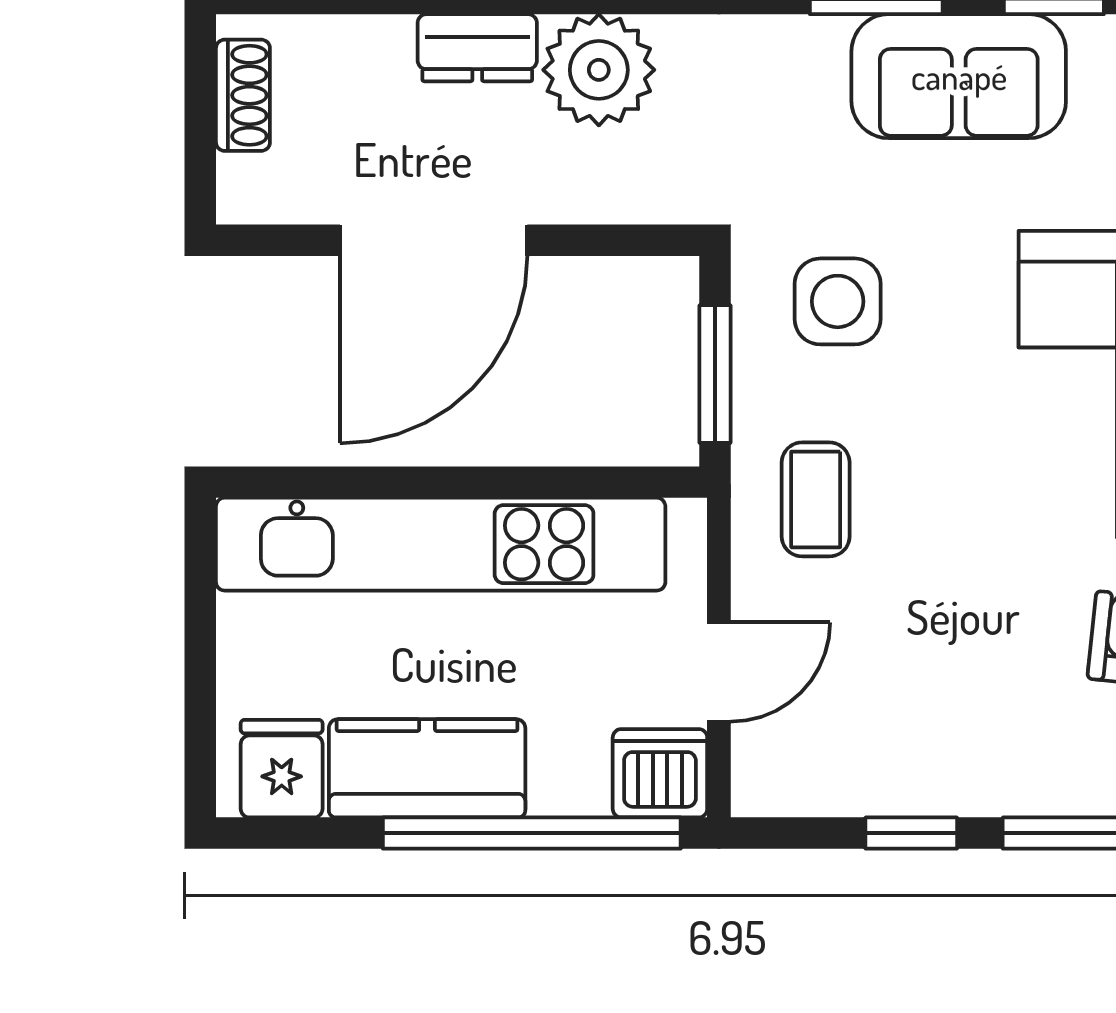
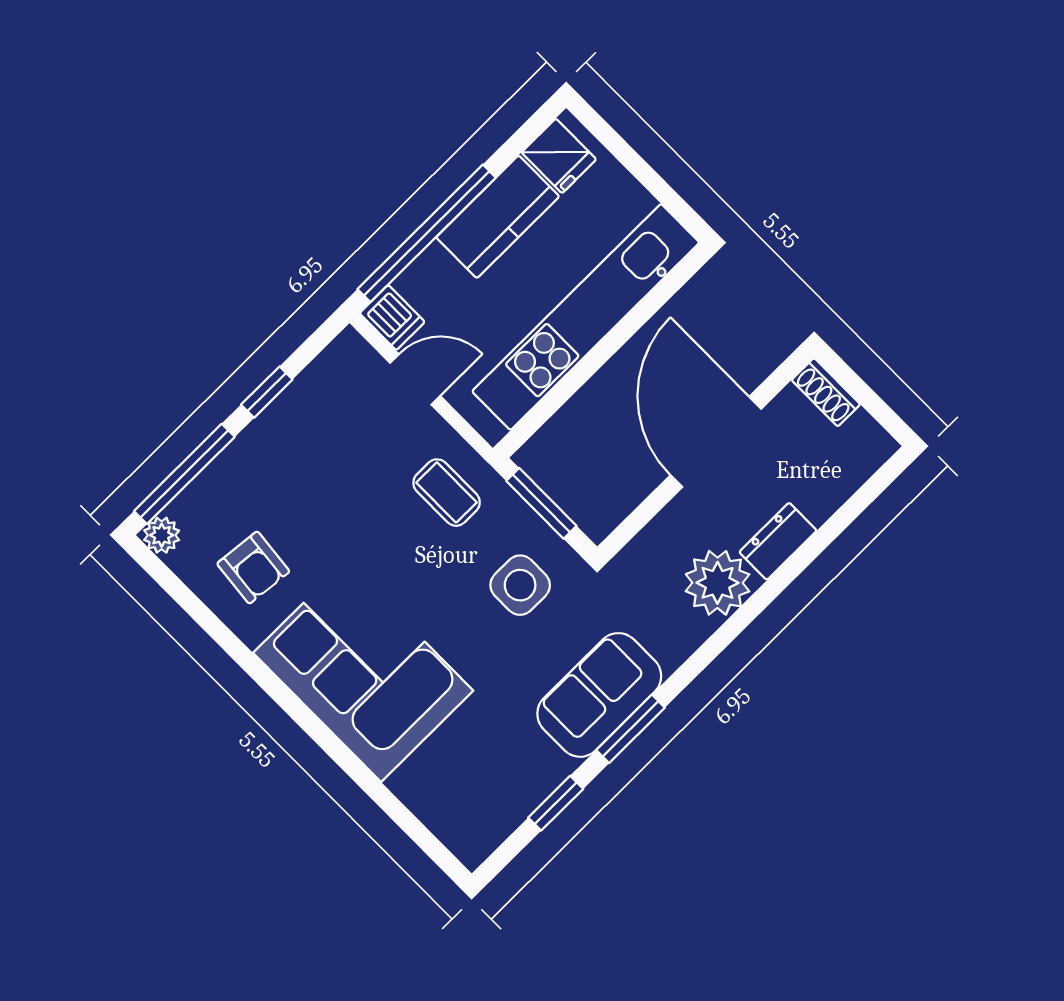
sofa: (959, 76) -> (599, 695), moved
shoe rack: (243, 95) -> (826, 392), moved
door: (719, 672) -> (415, 379), swing flipped
dishwasher: (660, 773) -> (392, 318), width x0.73

